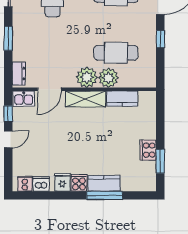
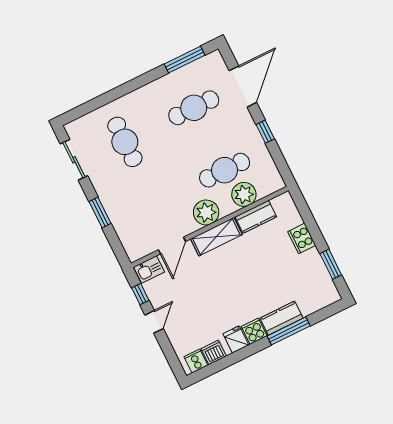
dresser: (19, 74) -> (130, 245), removed
plant: (108, 78) -> (244, 194), moved
cooker: (148, 150) -> (302, 238), moved

